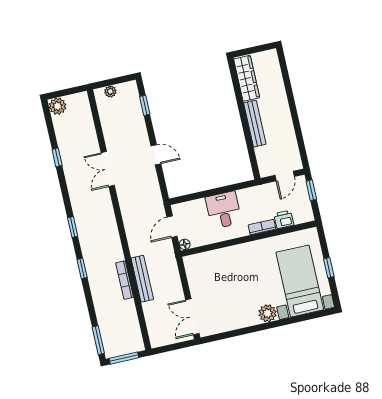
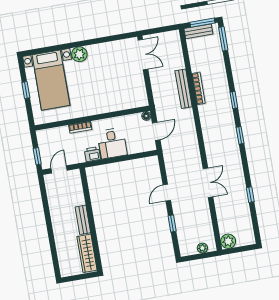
window: (145, 105) -> (172, 223), moved
plant: (58, 106) -> (228, 241), moved
bench: (255, 124) -> (83, 220), width x0.73
door: (156, 155) -> (167, 193), hinge flipped
printer: (284, 219) -> (92, 154), moved, turned 180
bench: (128, 348) -> (198, 31), added

